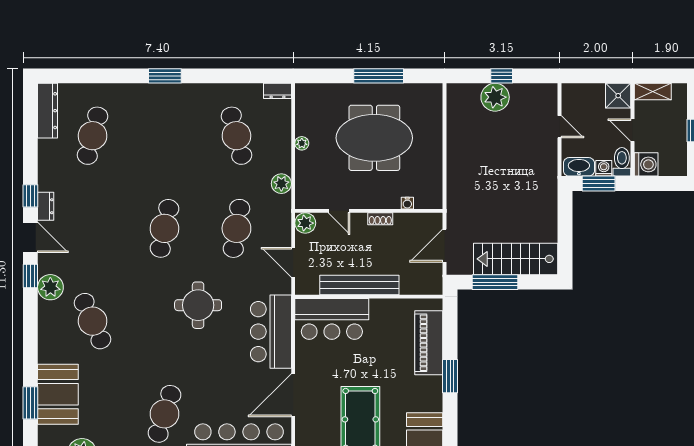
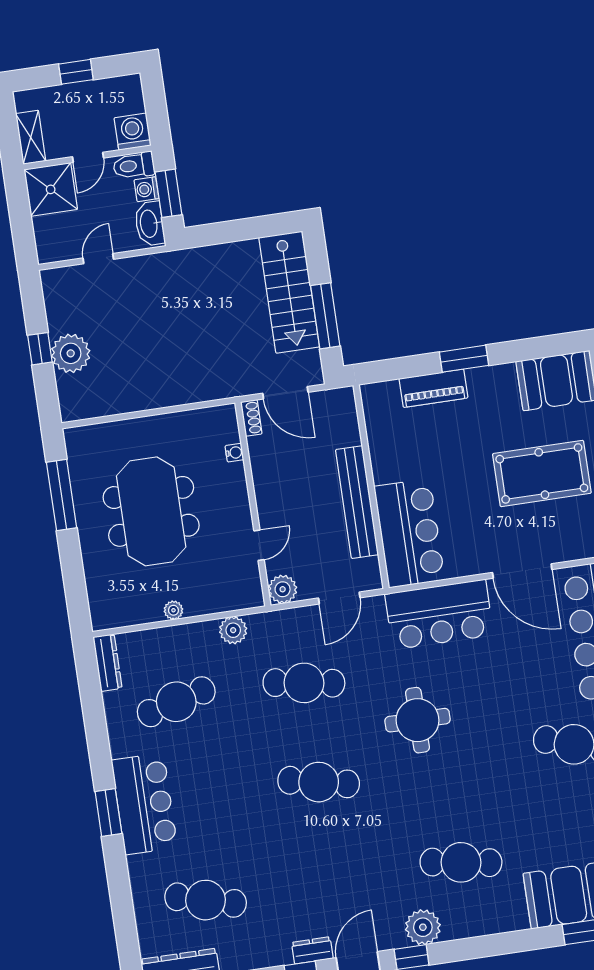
window: (379, 76) -> (62, 495), moved
dresser: (278, 91) -> (107, 663), width x1.44
shower: (618, 96) -> (51, 189), width x1.36, depth x1.36
bar counter: (167, 102) -> (144, 804), added
shoe rack: (380, 219) -> (251, 418), moved
cafe table: (93, 321) -> (461, 862), turned 33
piano: (429, 343) -> (433, 388), width x0.73, depth x0.75

